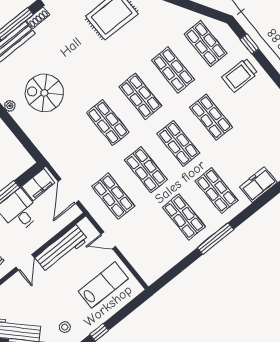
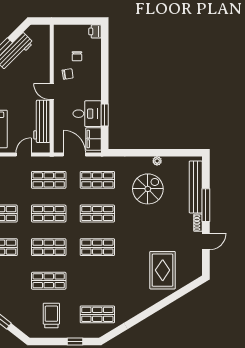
shop shelf: (173, 70) -> (97, 180), moved
trolley: (240, 75) -> (51, 315), moved

